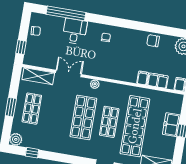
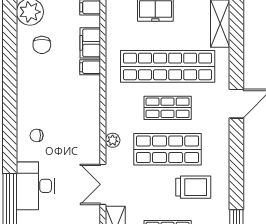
desk: (75, 31) -> (35, 186), width x1.37
chair: (153, 41) -> (42, 45), moved
trolley: (57, 129) -> (193, 187), added

